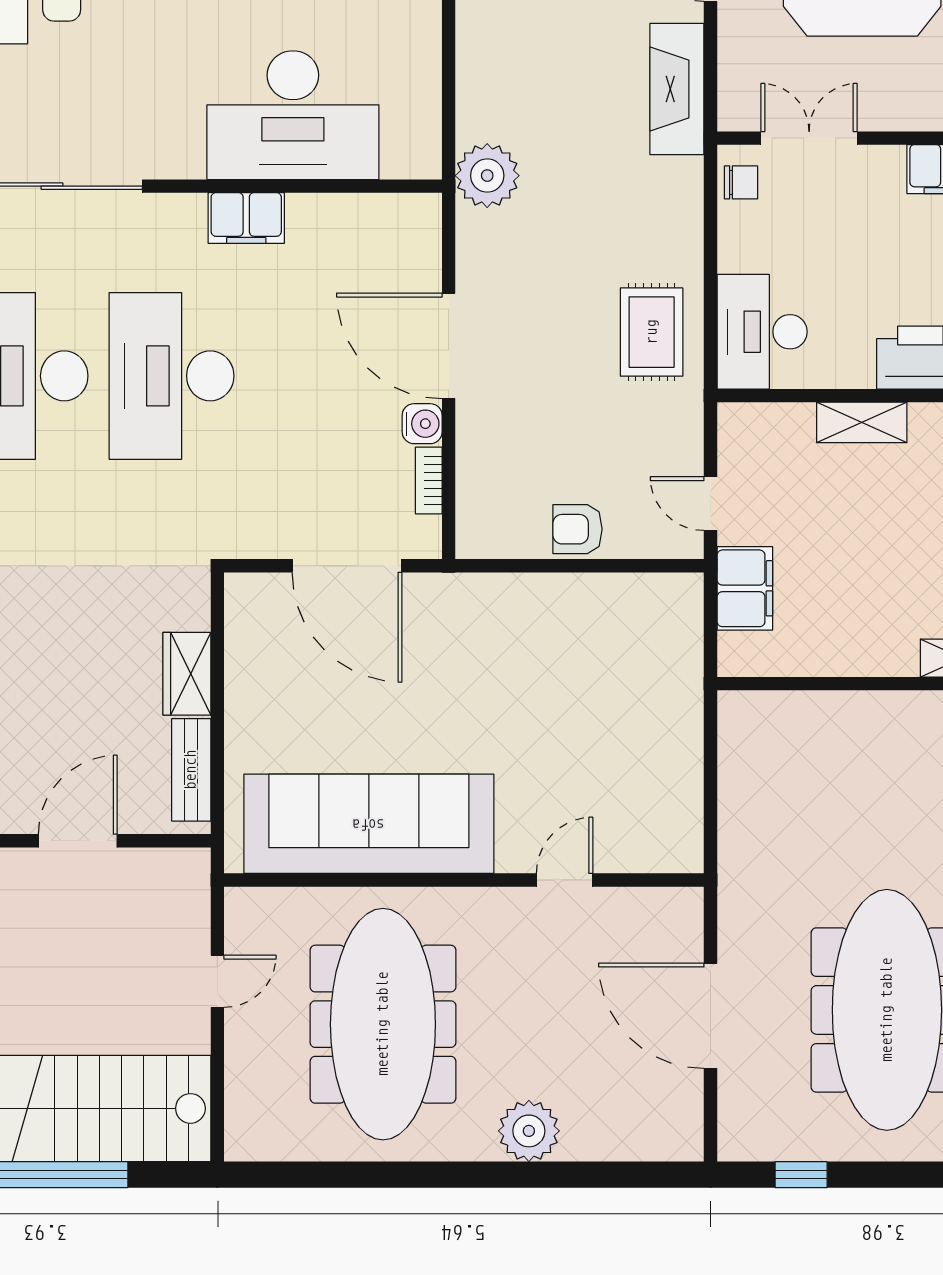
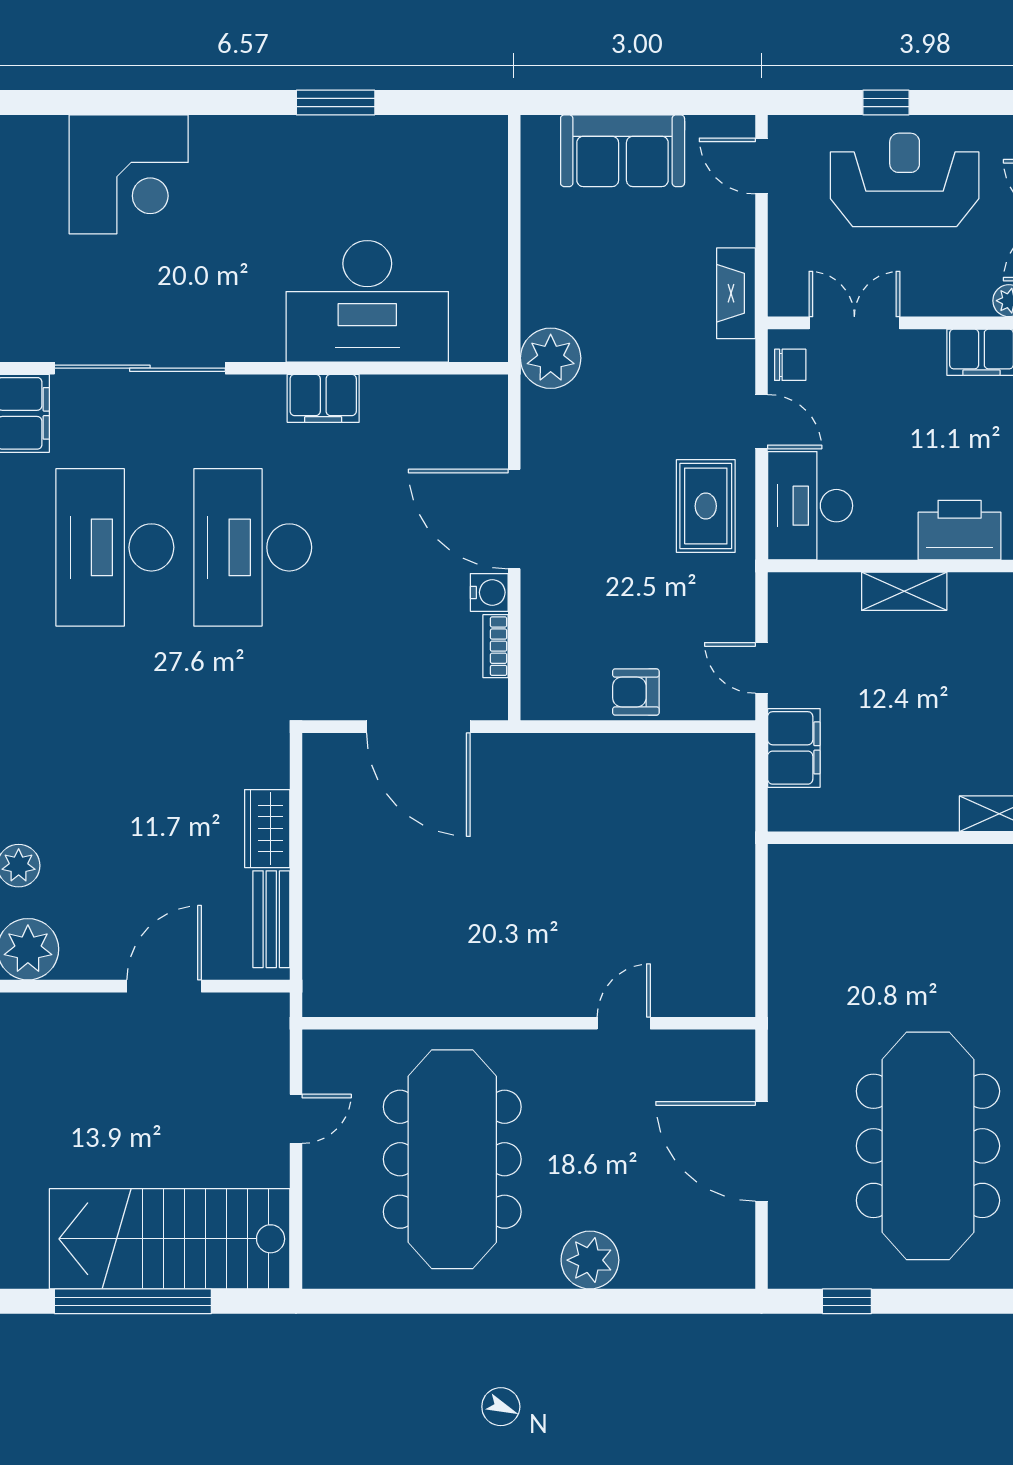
fireplace: (677, 89) -> (736, 293), width x0.73, depth x0.76
door: (711, 243) -> (761, 422), added
sofa: (369, 824) -> (439, 970), removed

